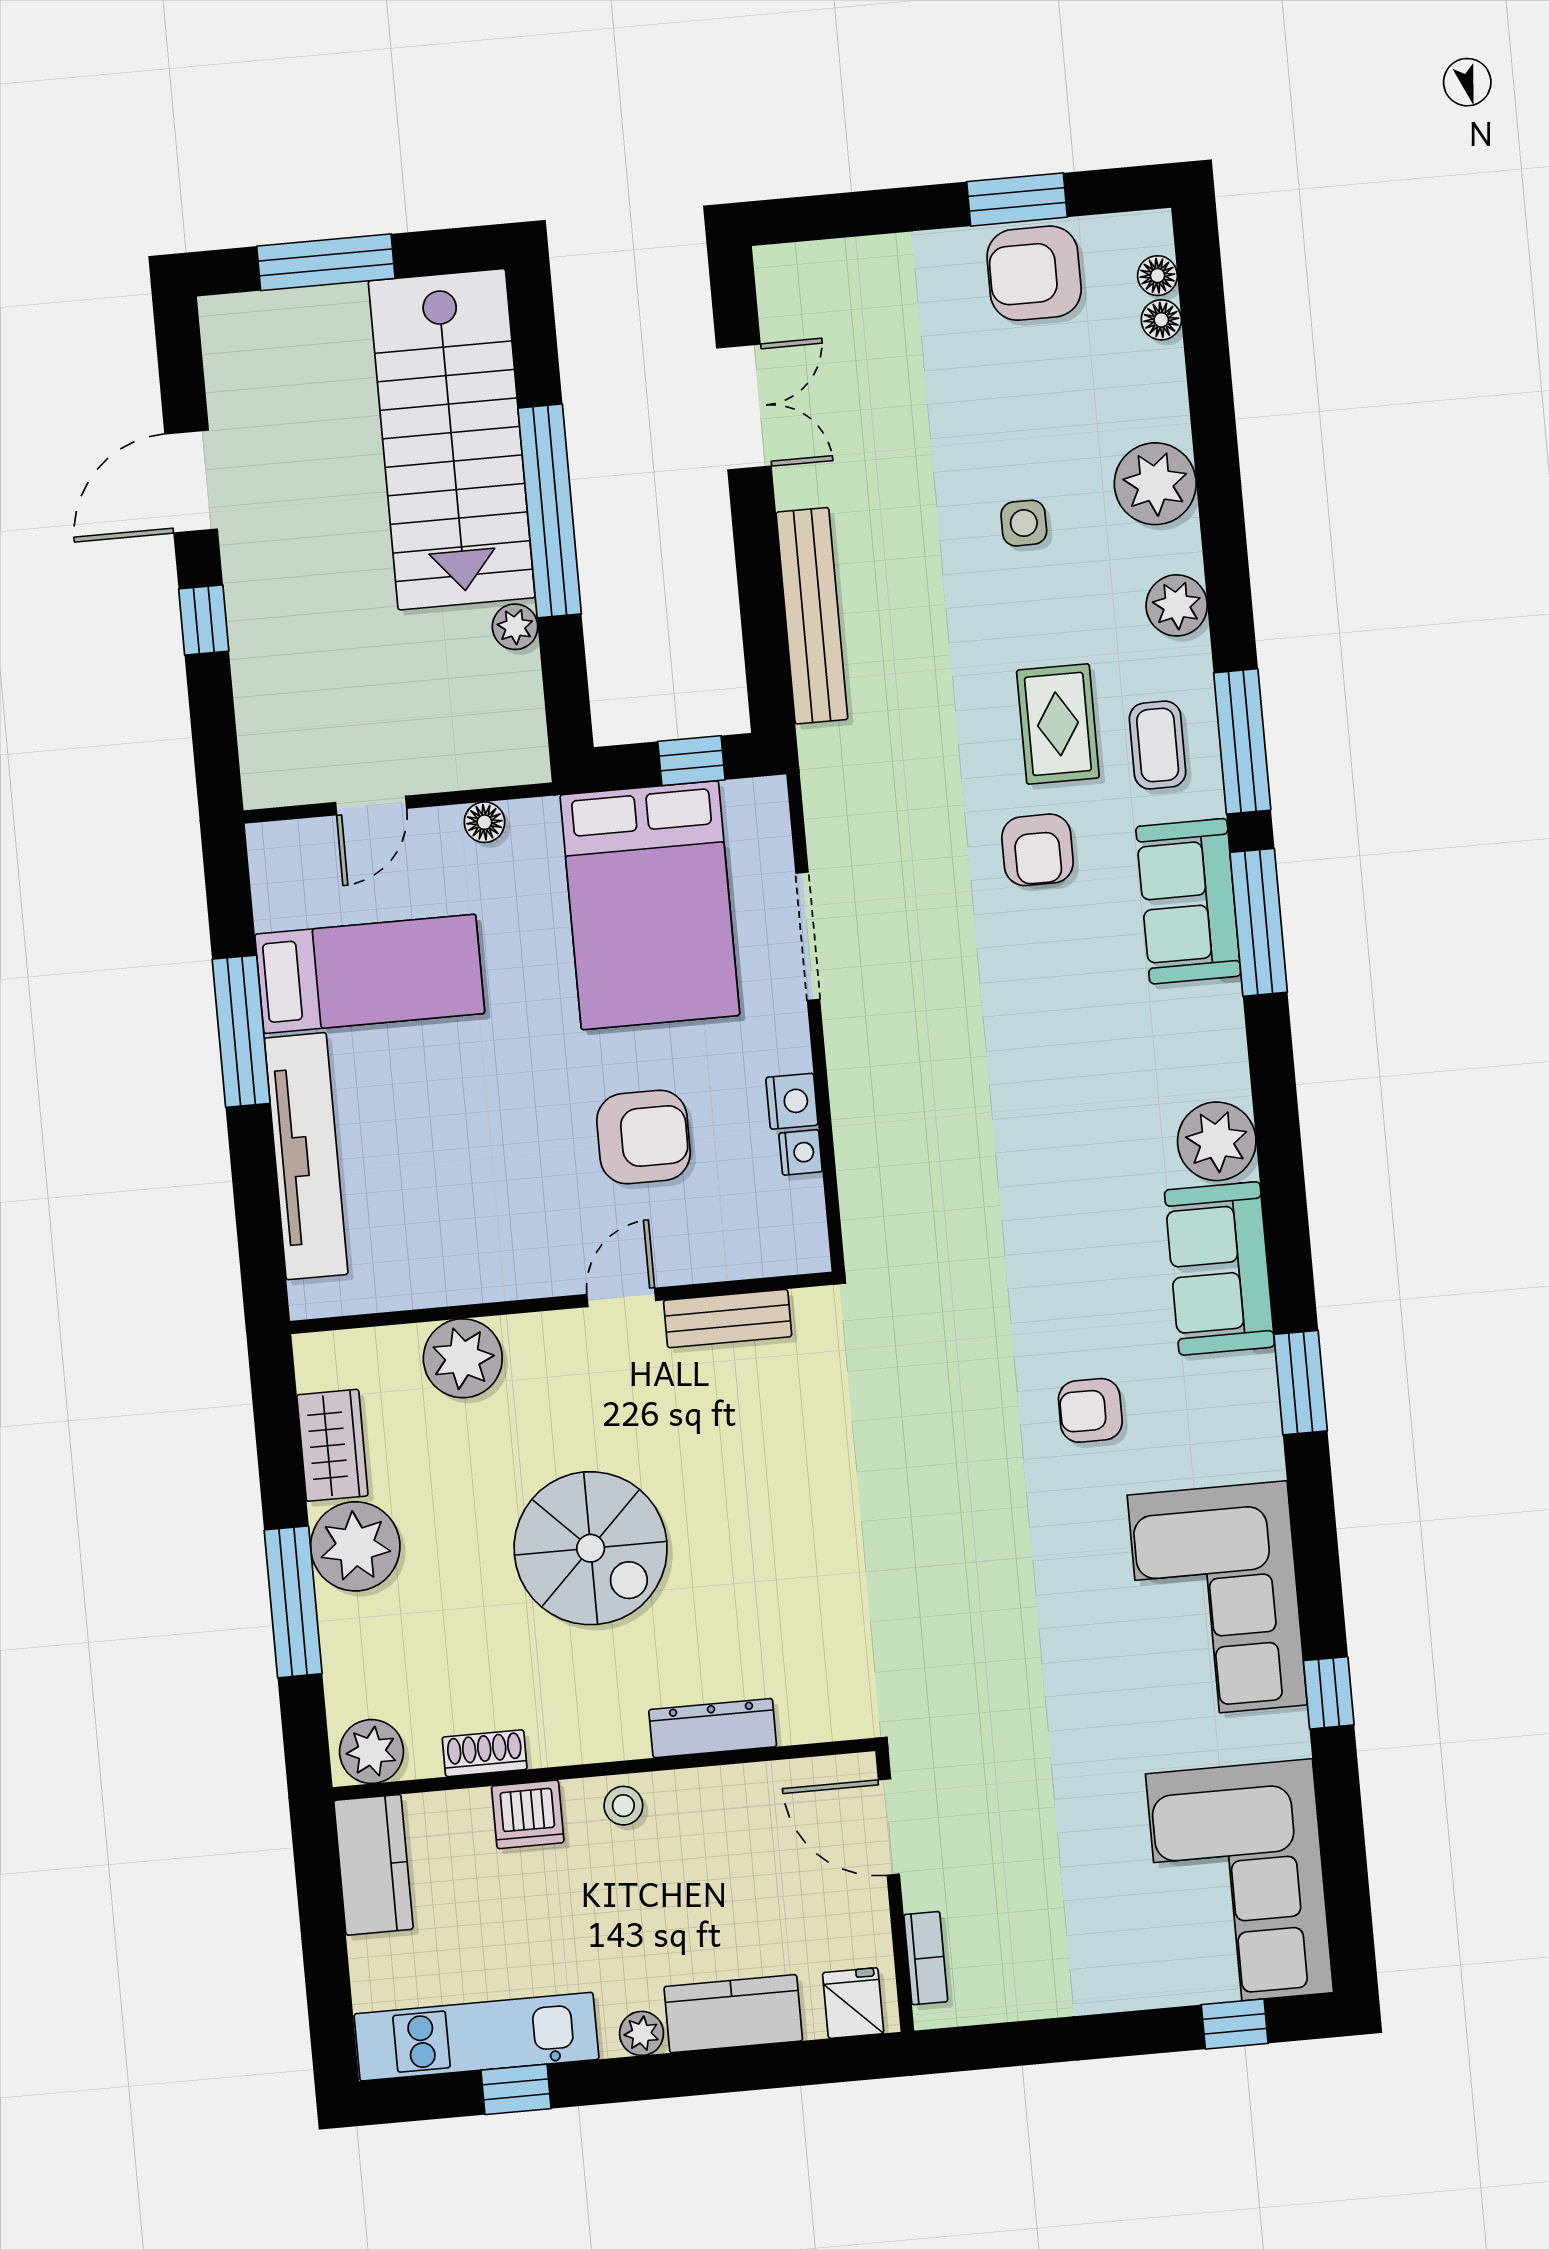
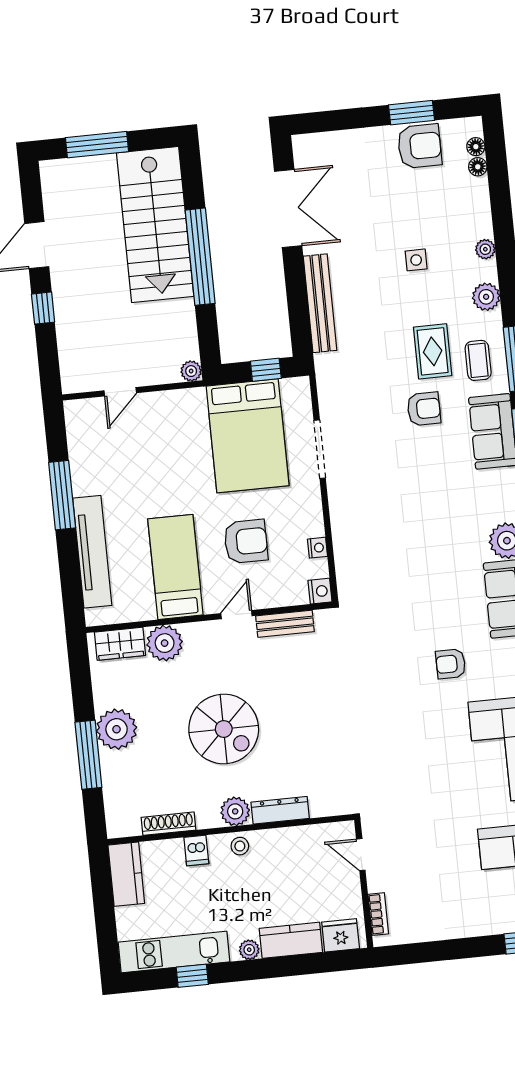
armchair: (1034, 273) -> (420, 146), turned 180
double door: (744, 407) -> (288, 208), width x1.37
plant: (1155, 484) -> (485, 249), width x0.53, depth x0.53
plant: (515, 627) -> (191, 371), moved
floor lamp: (484, 822) -> (172, 399), removed
armchair: (1037, 850) -> (424, 409), turned -90
bed: (370, 974) -> (175, 567), moved, turned -90
nightstand: (792, 1101) -> (320, 591), moved
wardrobe: (332, 1445) -> (120, 644), moved, turned 90
plant: (372, 1751) -> (235, 811), moved
shoe rack: (485, 1753) -> (168, 824), width x1.43
dishwasher: (528, 1814) -> (196, 850), width x0.73
door: (889, 1827) -> (361, 855), width x0.73
fridge: (853, 2003) -> (341, 935), width x1.38

